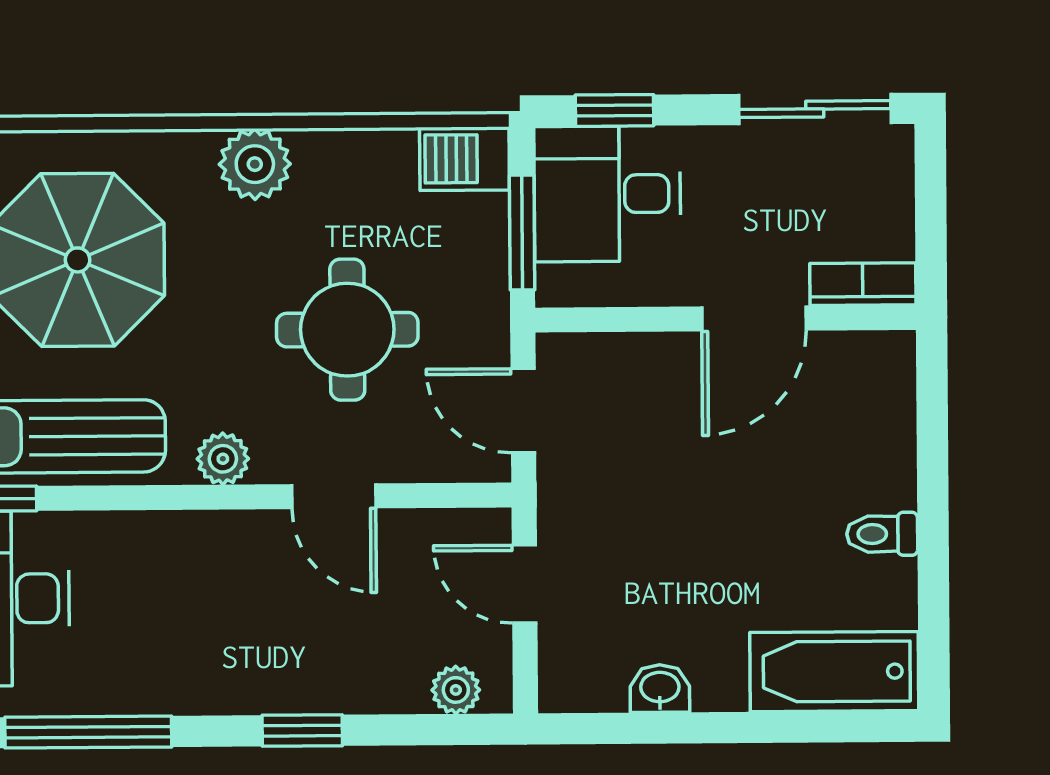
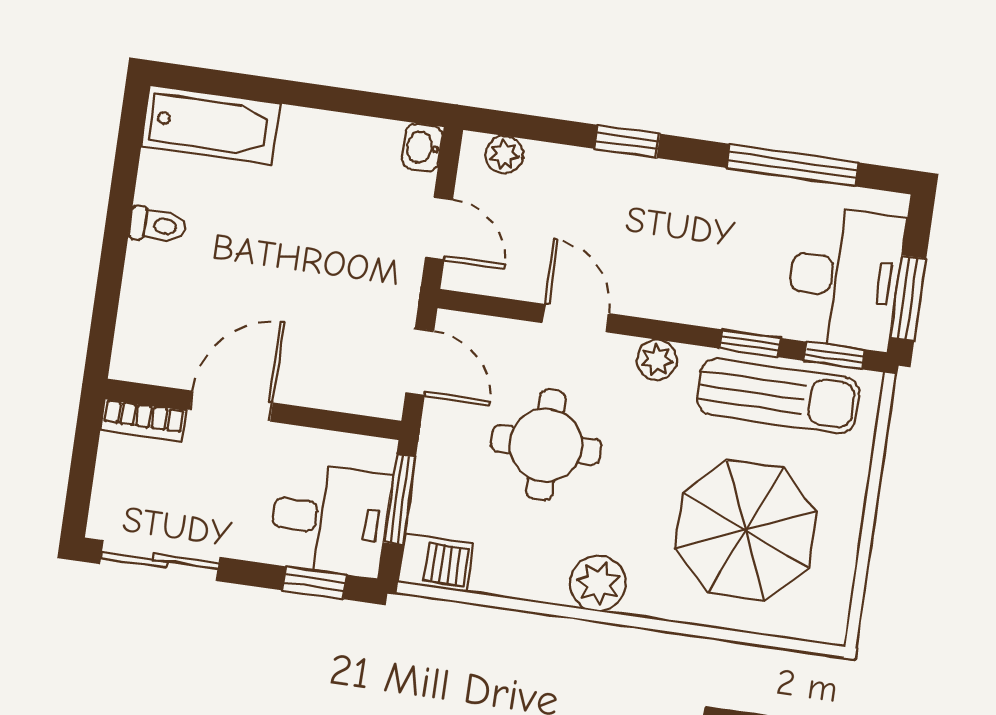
window: (108, 498) -> (750, 343), added
washbasin: (660, 689) -> (422, 147), moved, turned 90

